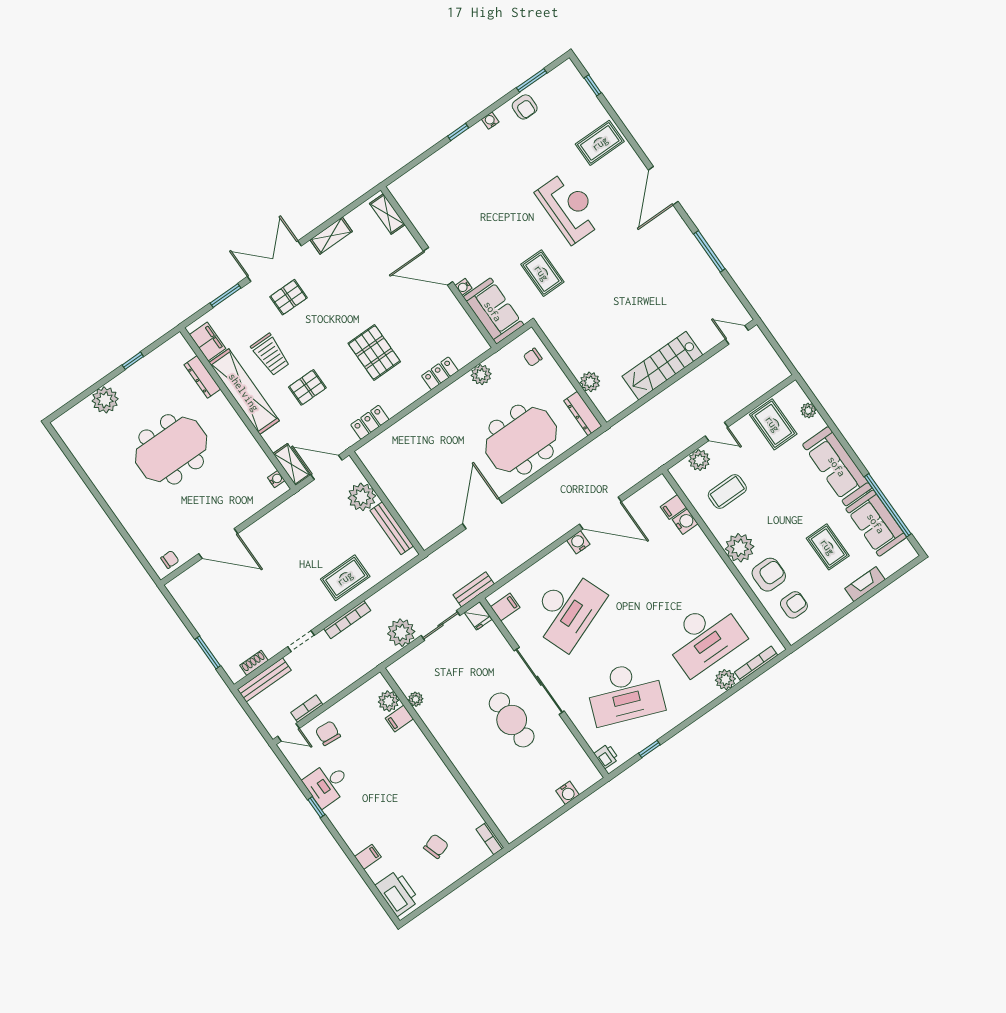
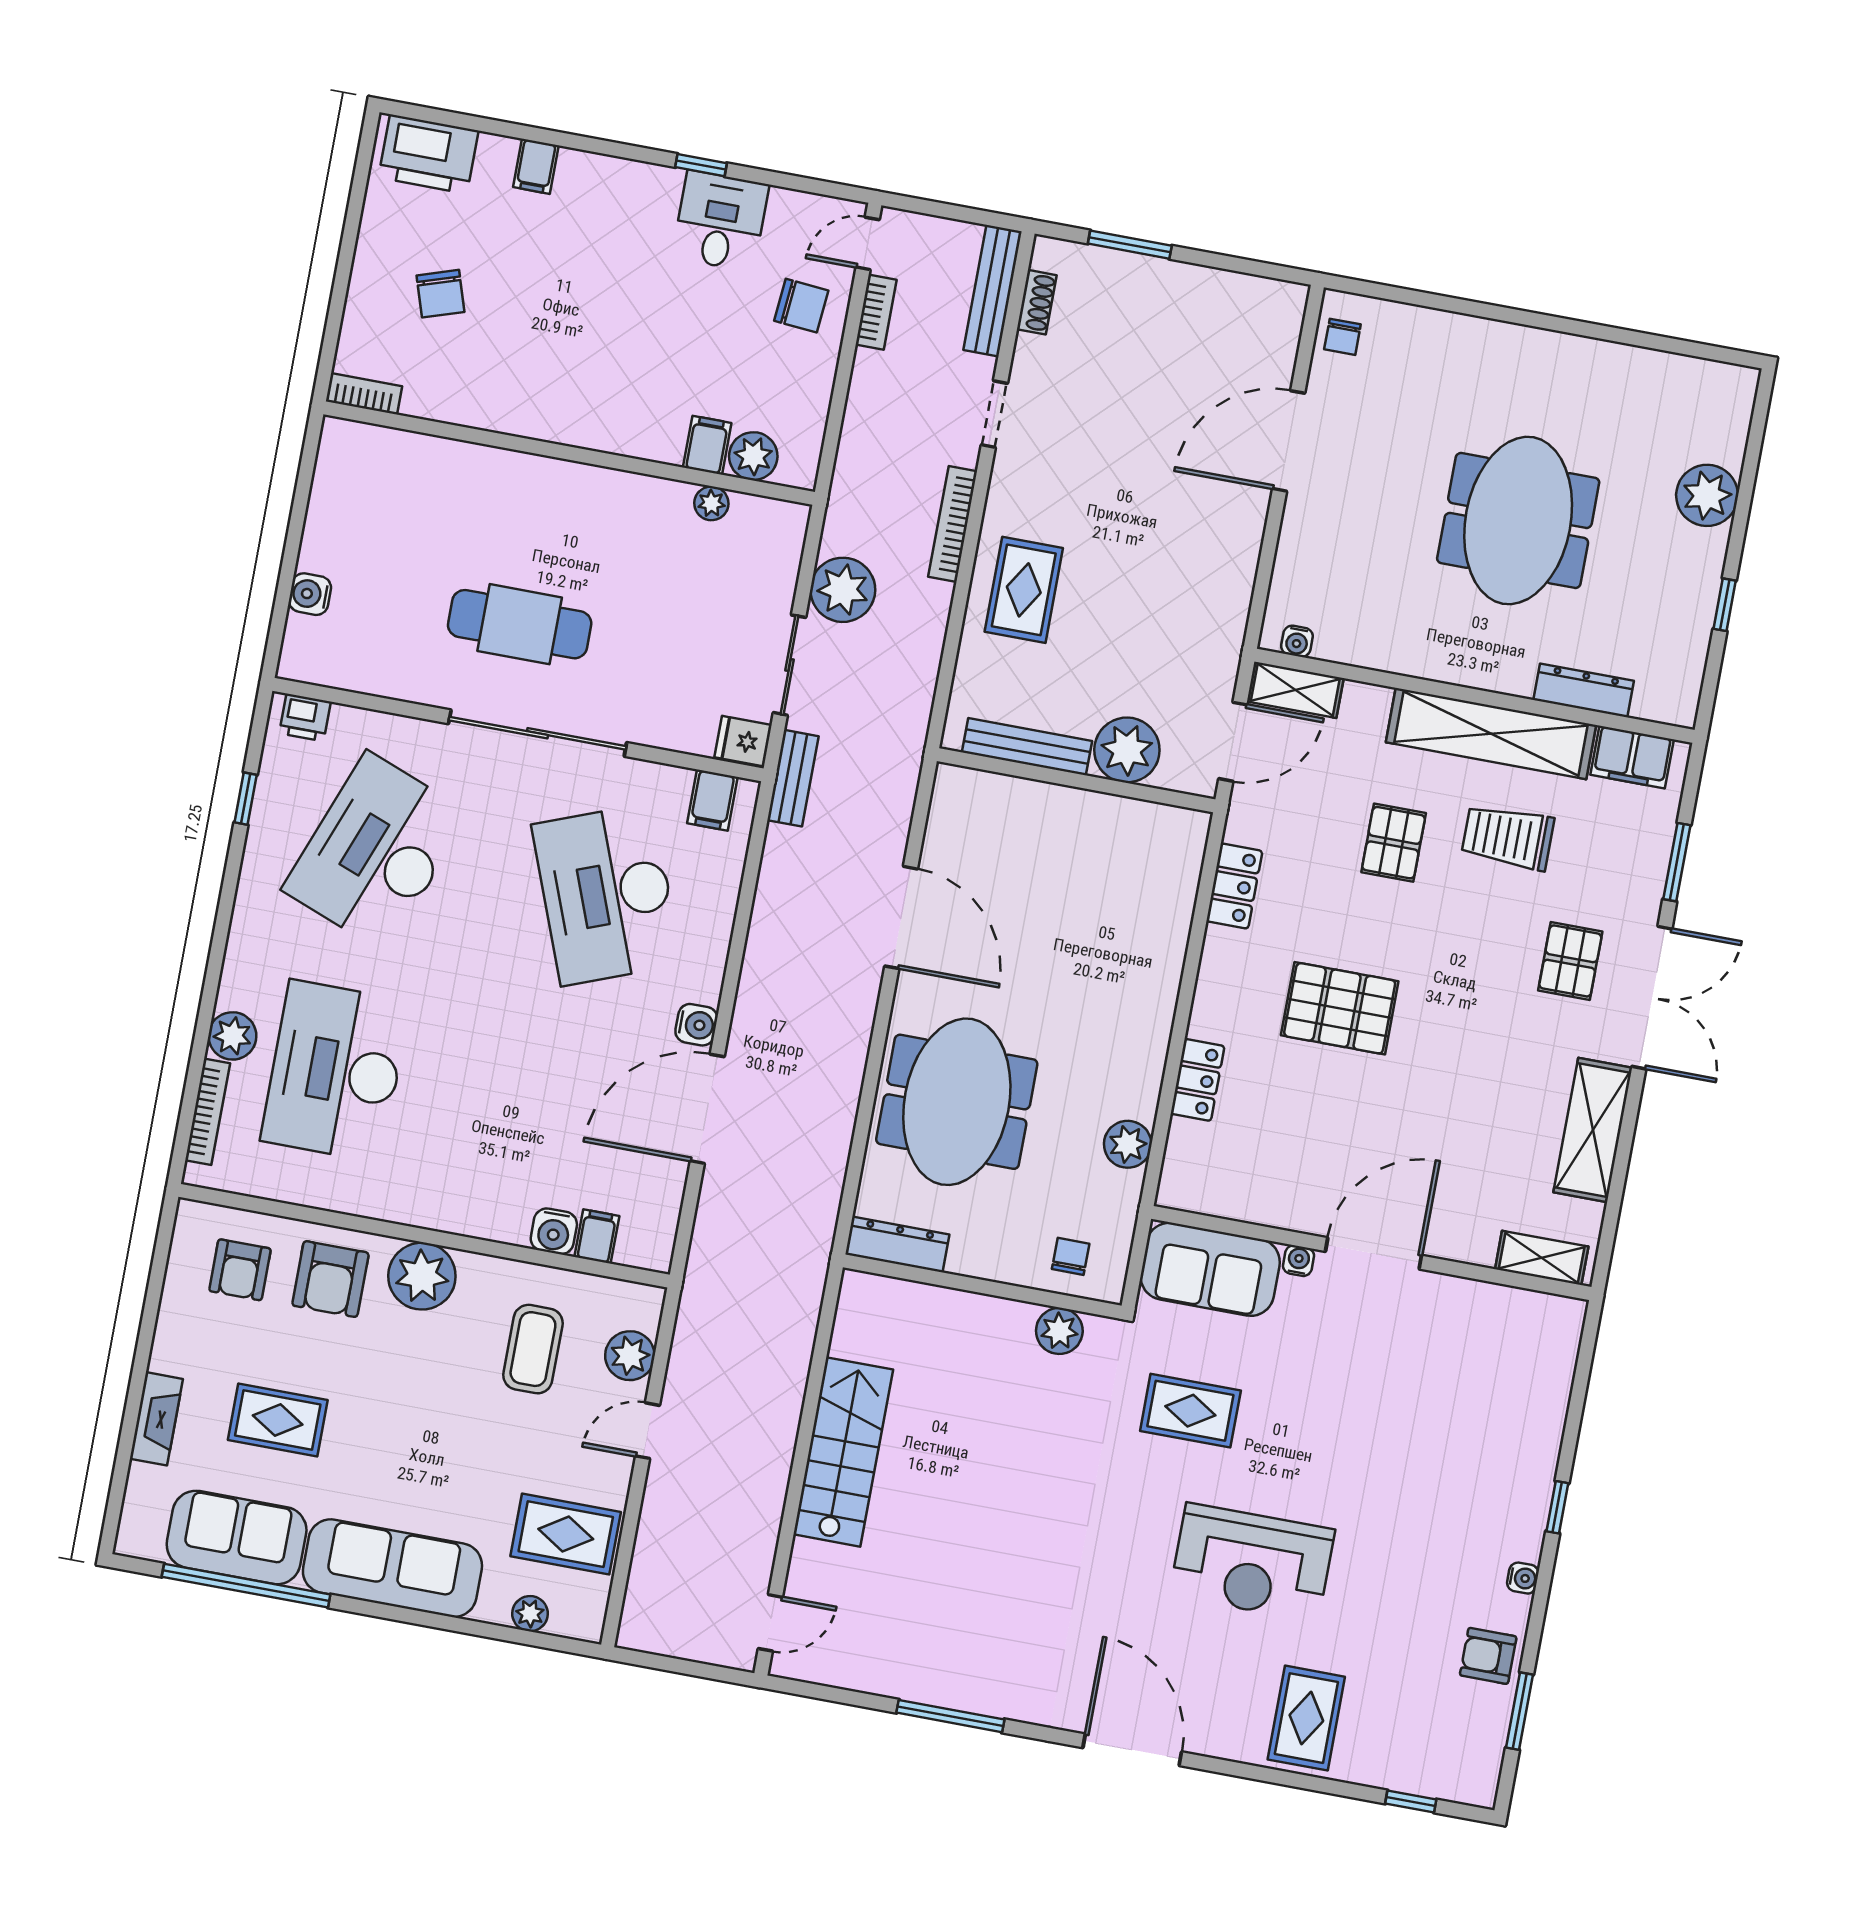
shelving: (331, 236) -> (1593, 1130), width x1.50, depth x1.33
plant: (590, 382) -> (1059, 1331), moved

